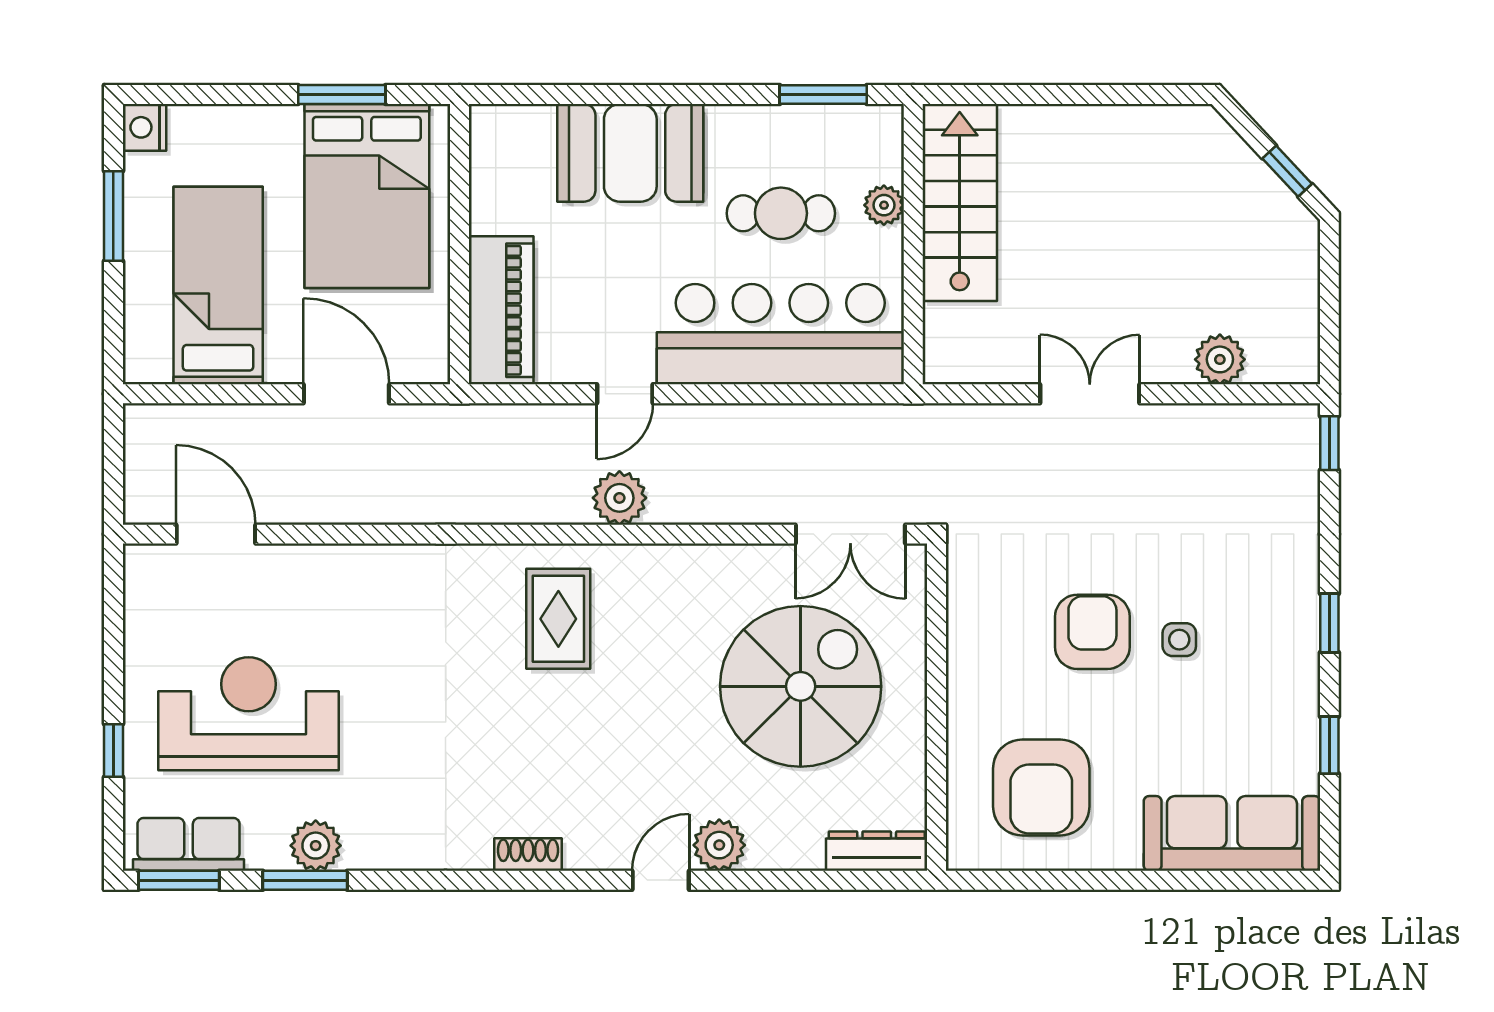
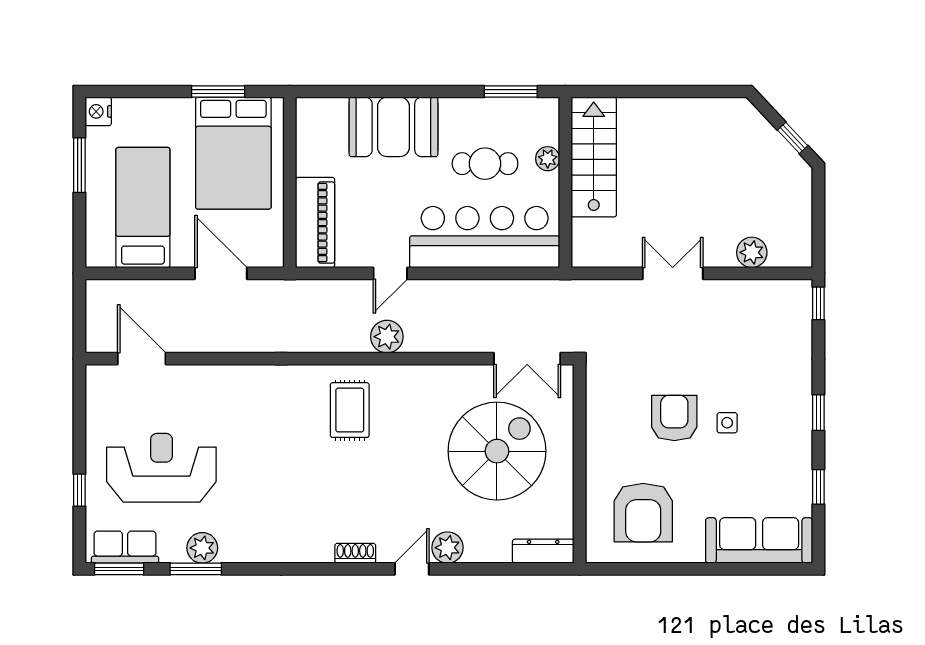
shoe rack: (528, 855) -> (355, 553), moved

